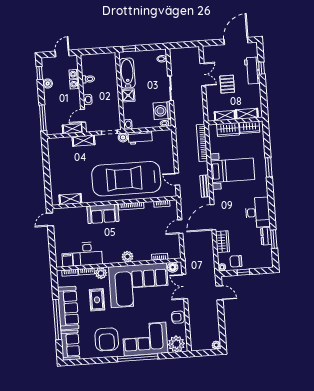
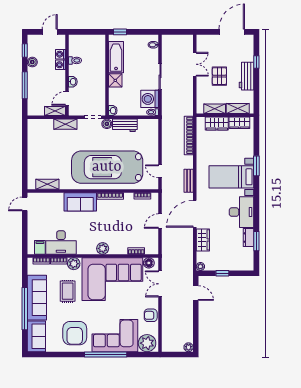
workbench: (252, 71) -> (247, 76), moved
window: (43, 118) -> (25, 85), moved
bed with nightstands: (233, 170) -> (231, 177), moved, turned 180
chair: (236, 261) -> (215, 261), removed

